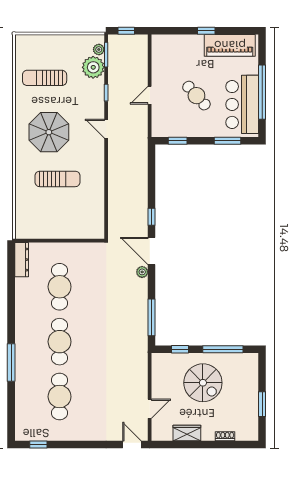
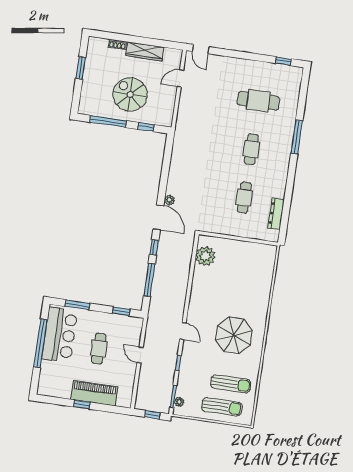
piano: (230, 45) -> (94, 393), moved
plant: (93, 67) -> (205, 256), moved
door: (150, 95) -> (140, 355), swing flipped
cafe table: (196, 96) -> (99, 349), turned 42
sun lounger: (58, 179) -> (222, 407), moved, turned 180
dresser: (22, 260) -> (276, 214), moved
cafe table: (60, 287) -> (244, 198), width x0.73, depth x0.74
window: (152, 317) -> (149, 280), moved
cafe table: (60, 342) -> (251, 149), width x0.73, depth x0.74
cafe table: (60, 397) -> (258, 101), turned 90
wardrobe: (187, 433) -> (145, 51), width x1.50

